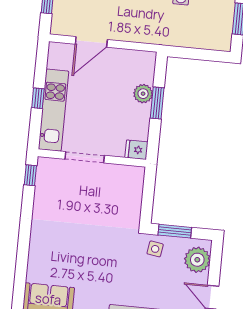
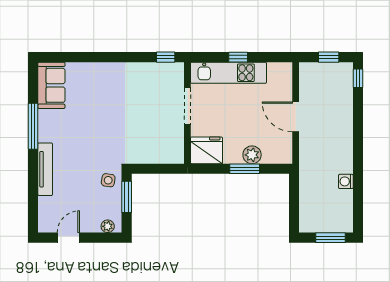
door: (91, 42) -> (296, 117), moved
fridge: (136, 150) -> (206, 150), width x1.88, depth x1.34
plant: (197, 260) -> (108, 226), width x0.53, depth x0.53

